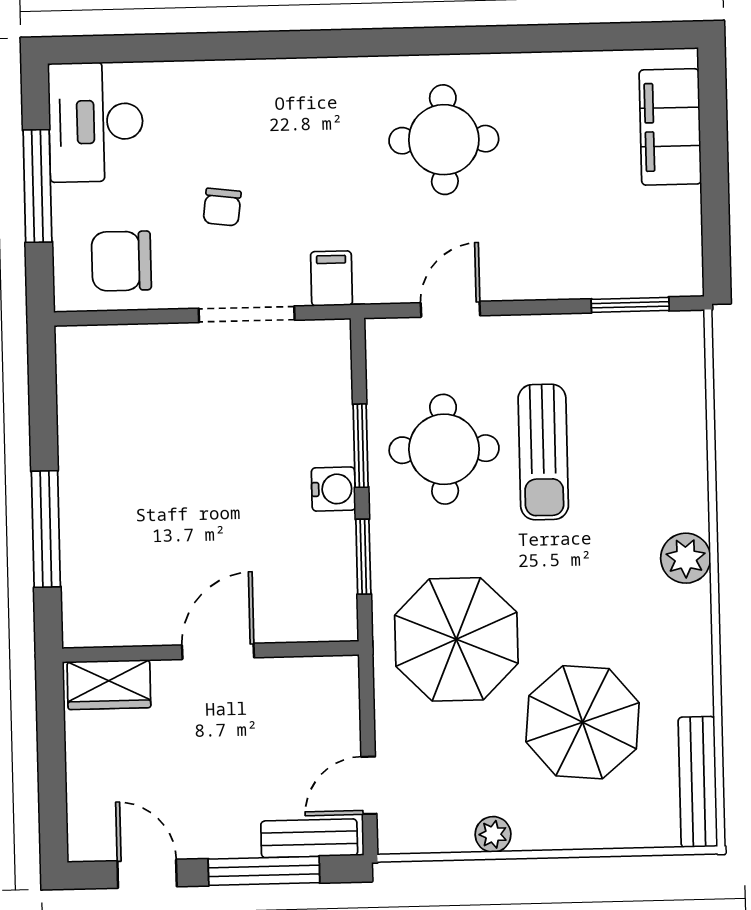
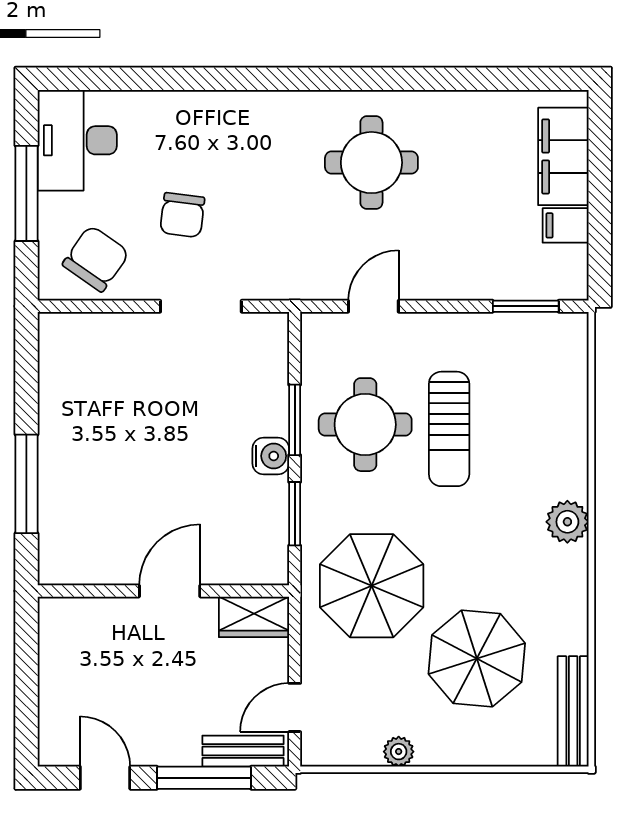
chair: (222, 207) -> (182, 215), width x1.37, depth x1.37
chair: (121, 261) -> (96, 259), turned 125
filing cabinet: (332, 278) -> (566, 225), moved, turned -90
wardrobe: (109, 685) -> (254, 617), moved

